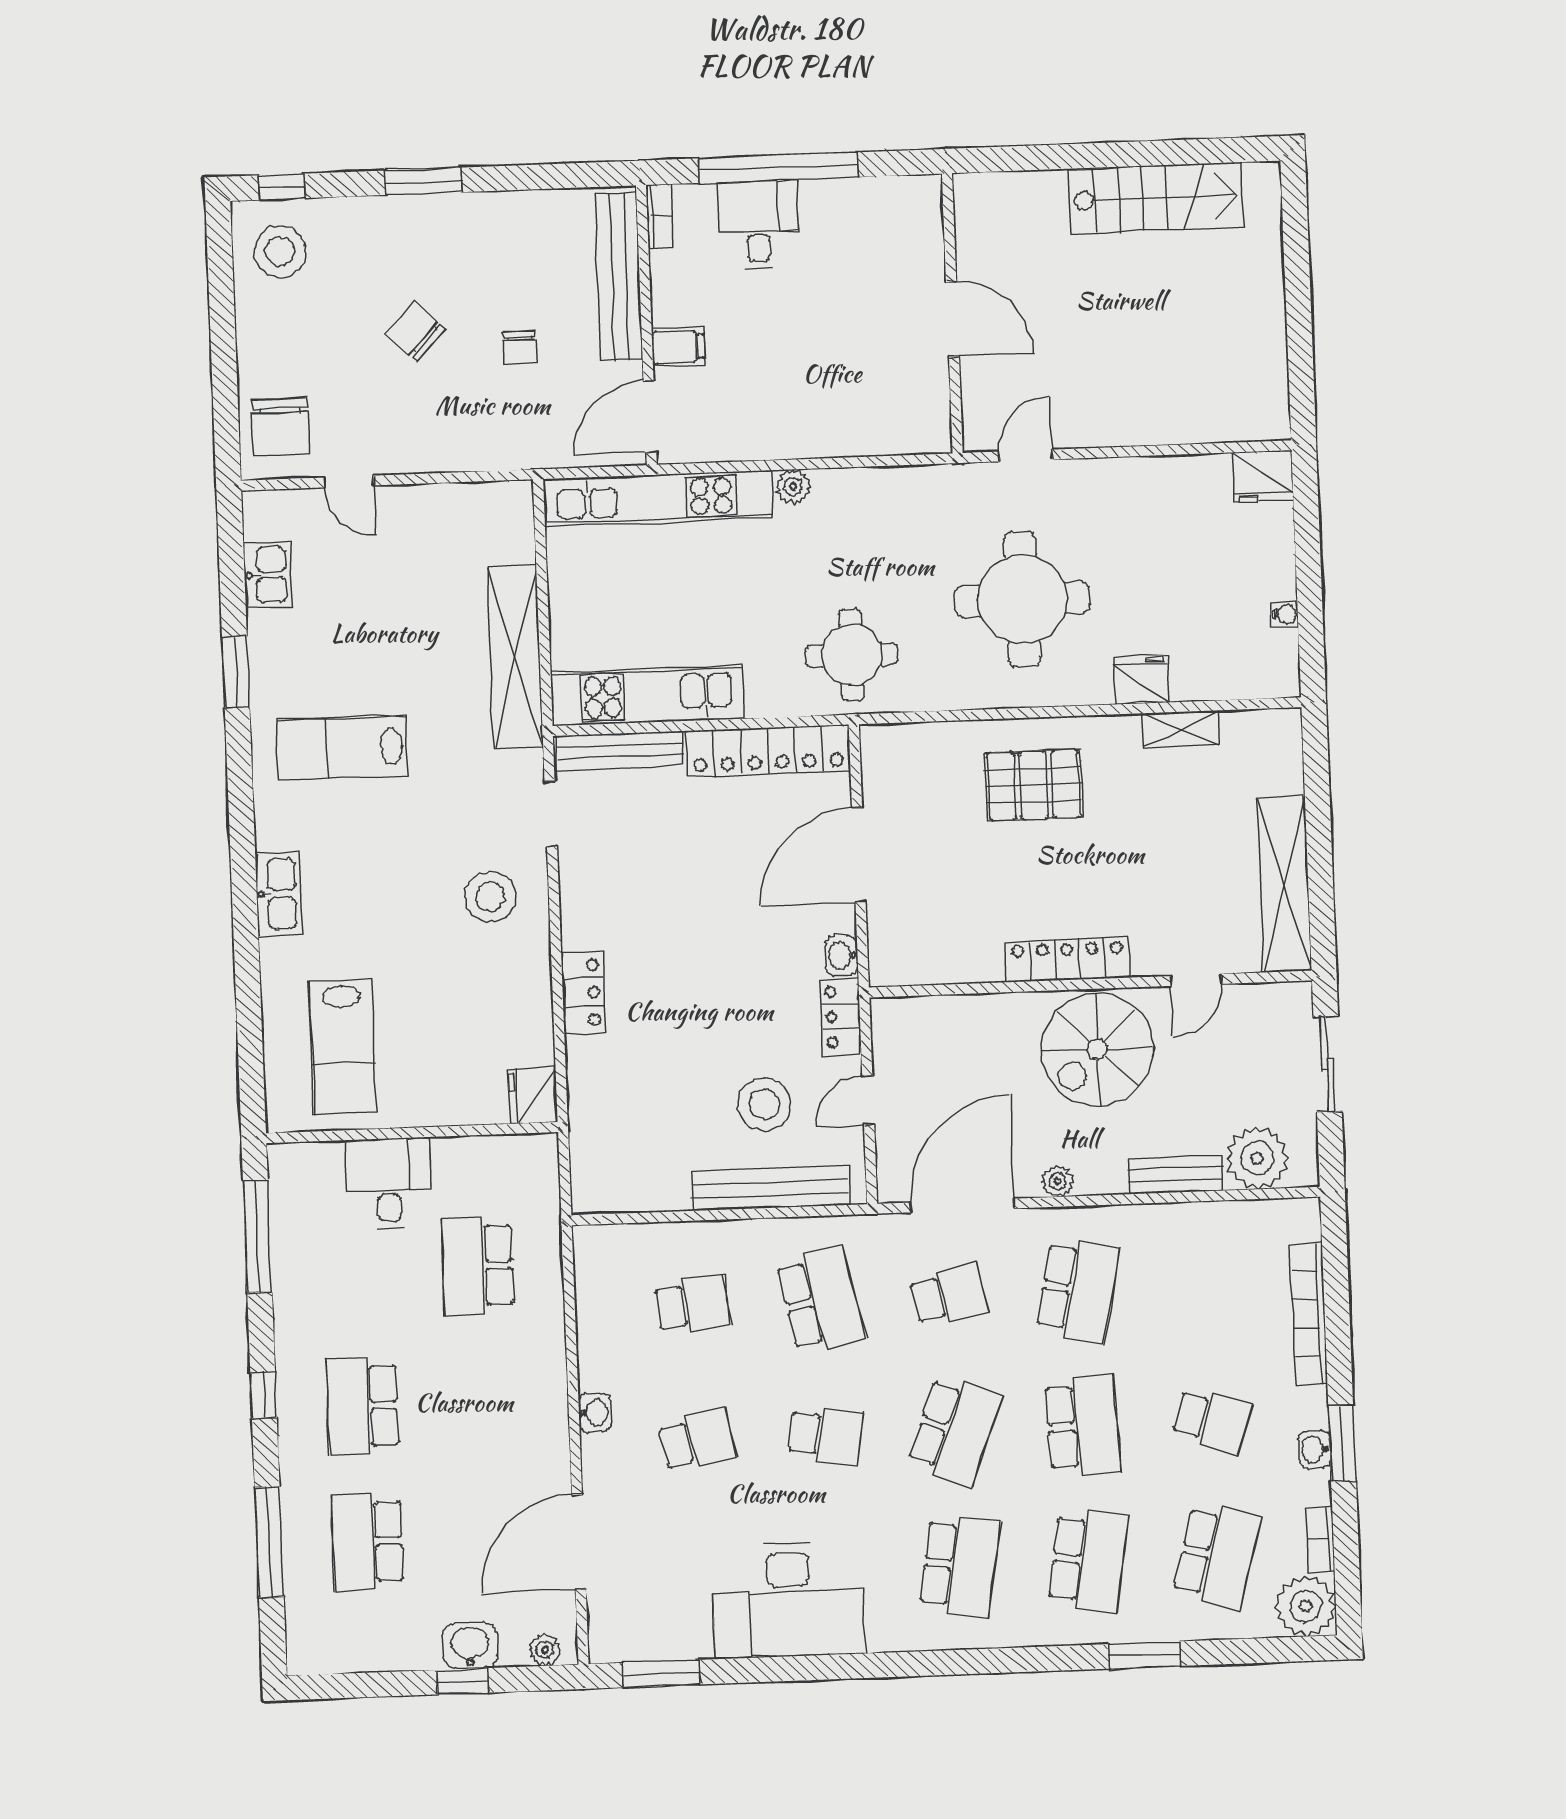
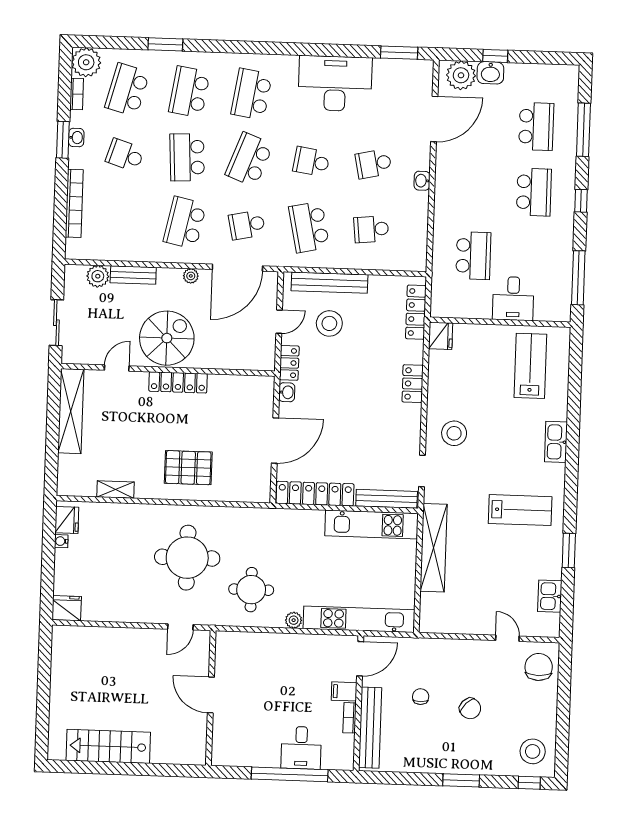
bookcase: (660, 216) -> (350, 718), moved
round table: (852, 655) -> (251, 590), moved
fridge: (1141, 680) -> (67, 520), moved, turned -90
locker: (588, 1141) -> (416, 312), added
plant: (1257, 1158) -> (98, 276), width x0.73, depth x0.73
plant: (545, 1650) -> (461, 75), width x1.87, depth x1.87

